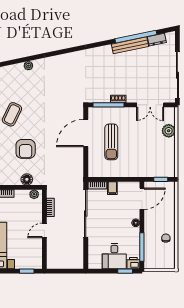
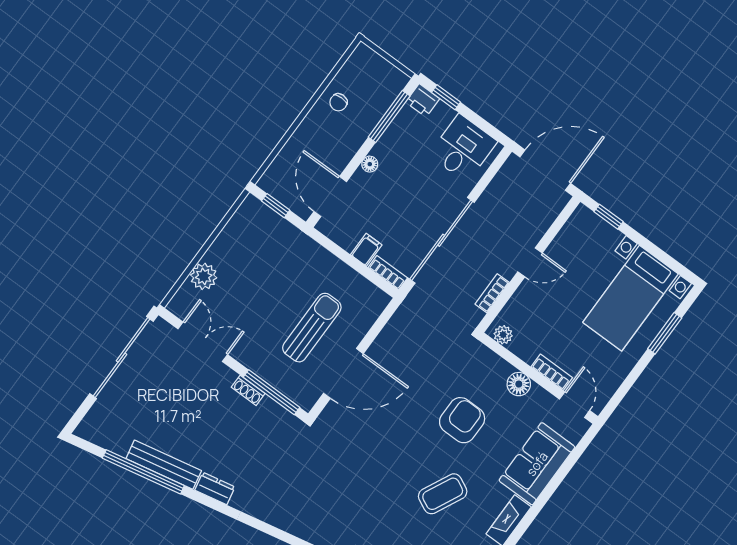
dresser: (157, 40) -> (215, 489), moved
floor lamp: (27, 179) -> (519, 384), moved
door: (142, 199) -> (330, 197), hinge flipped
desk: (114, 256) -> (463, 148), moved
door: (65, 271) -> (545, 170), added

